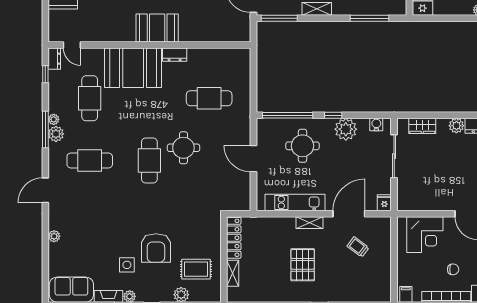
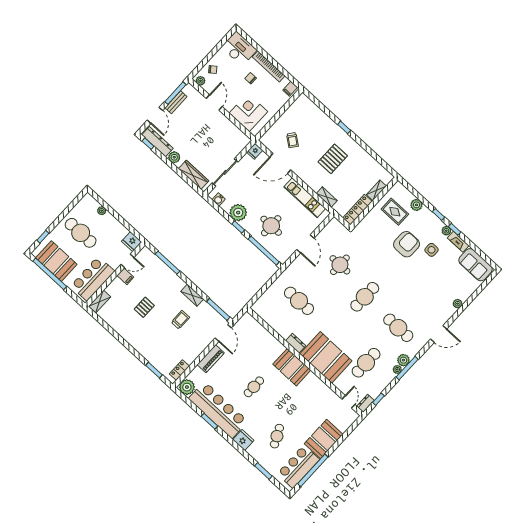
wardrobe: (422, 126) -> (194, 175), width x1.50
round table: (183, 148) -> (340, 265), moved
shelving: (310, 223) -> (327, 197), moved

